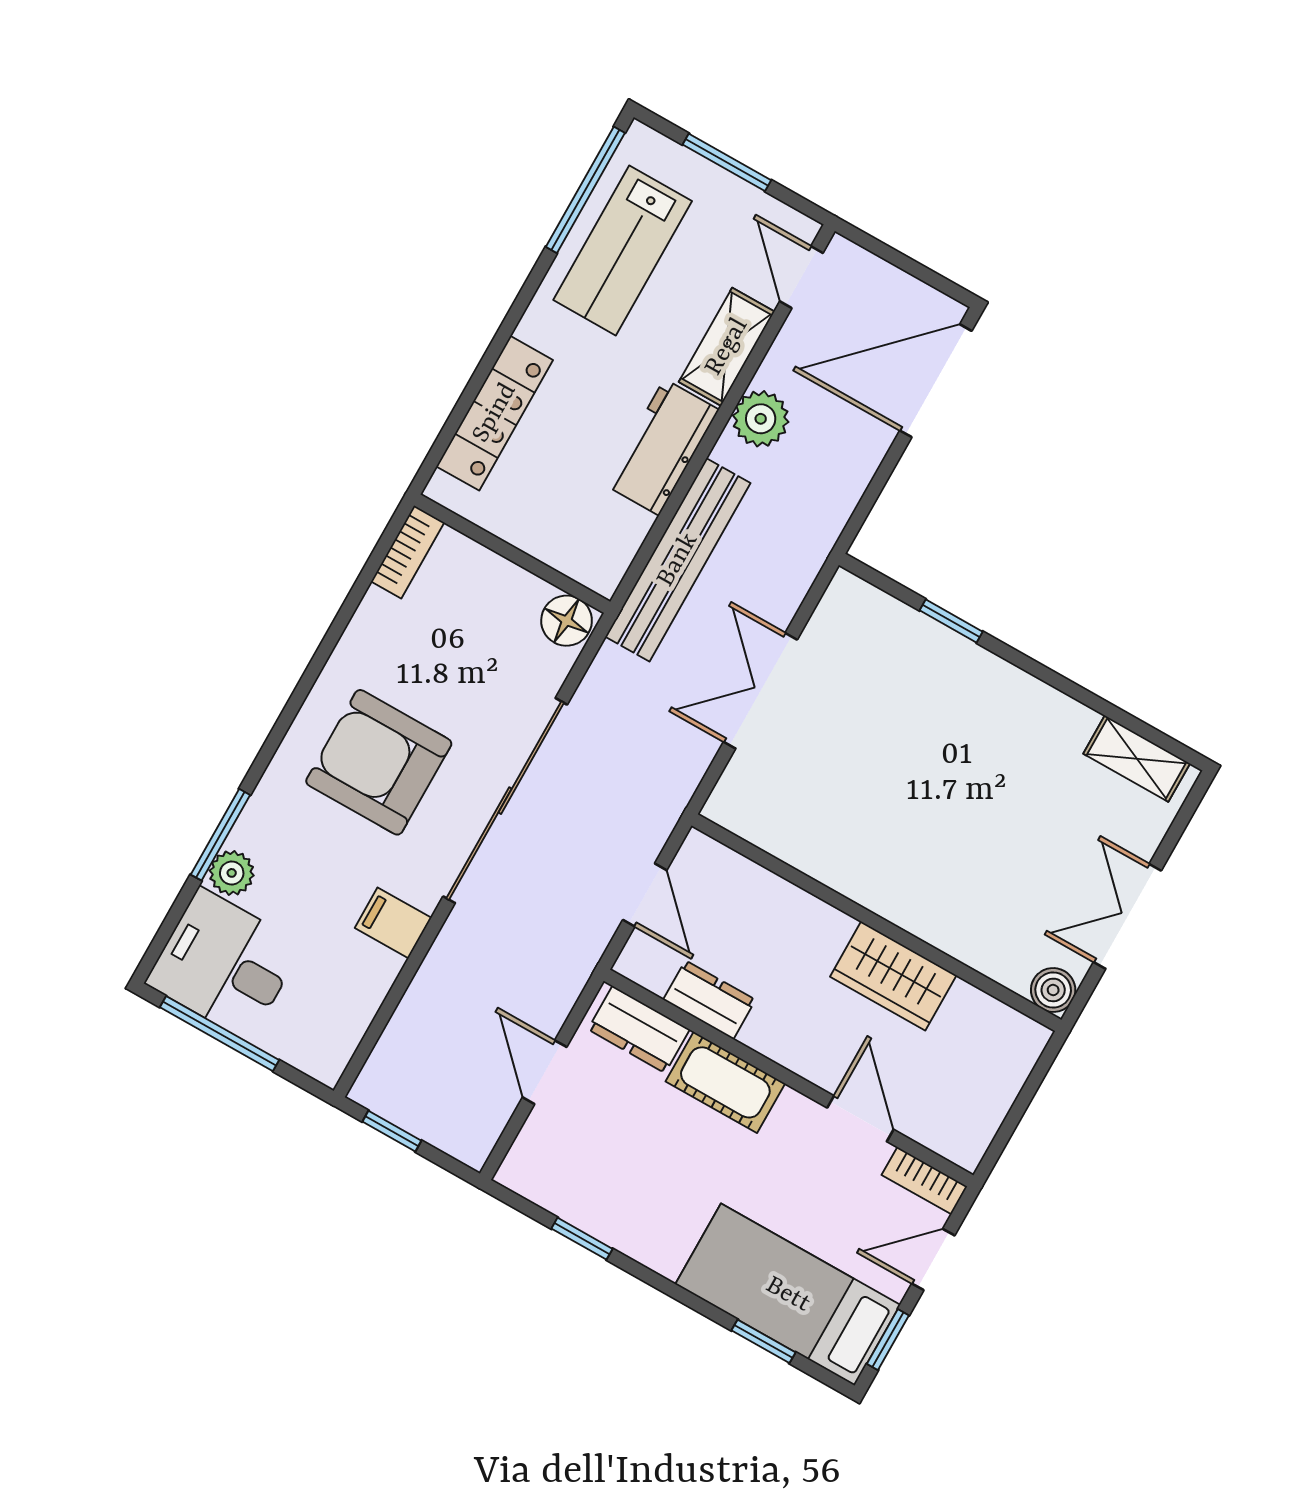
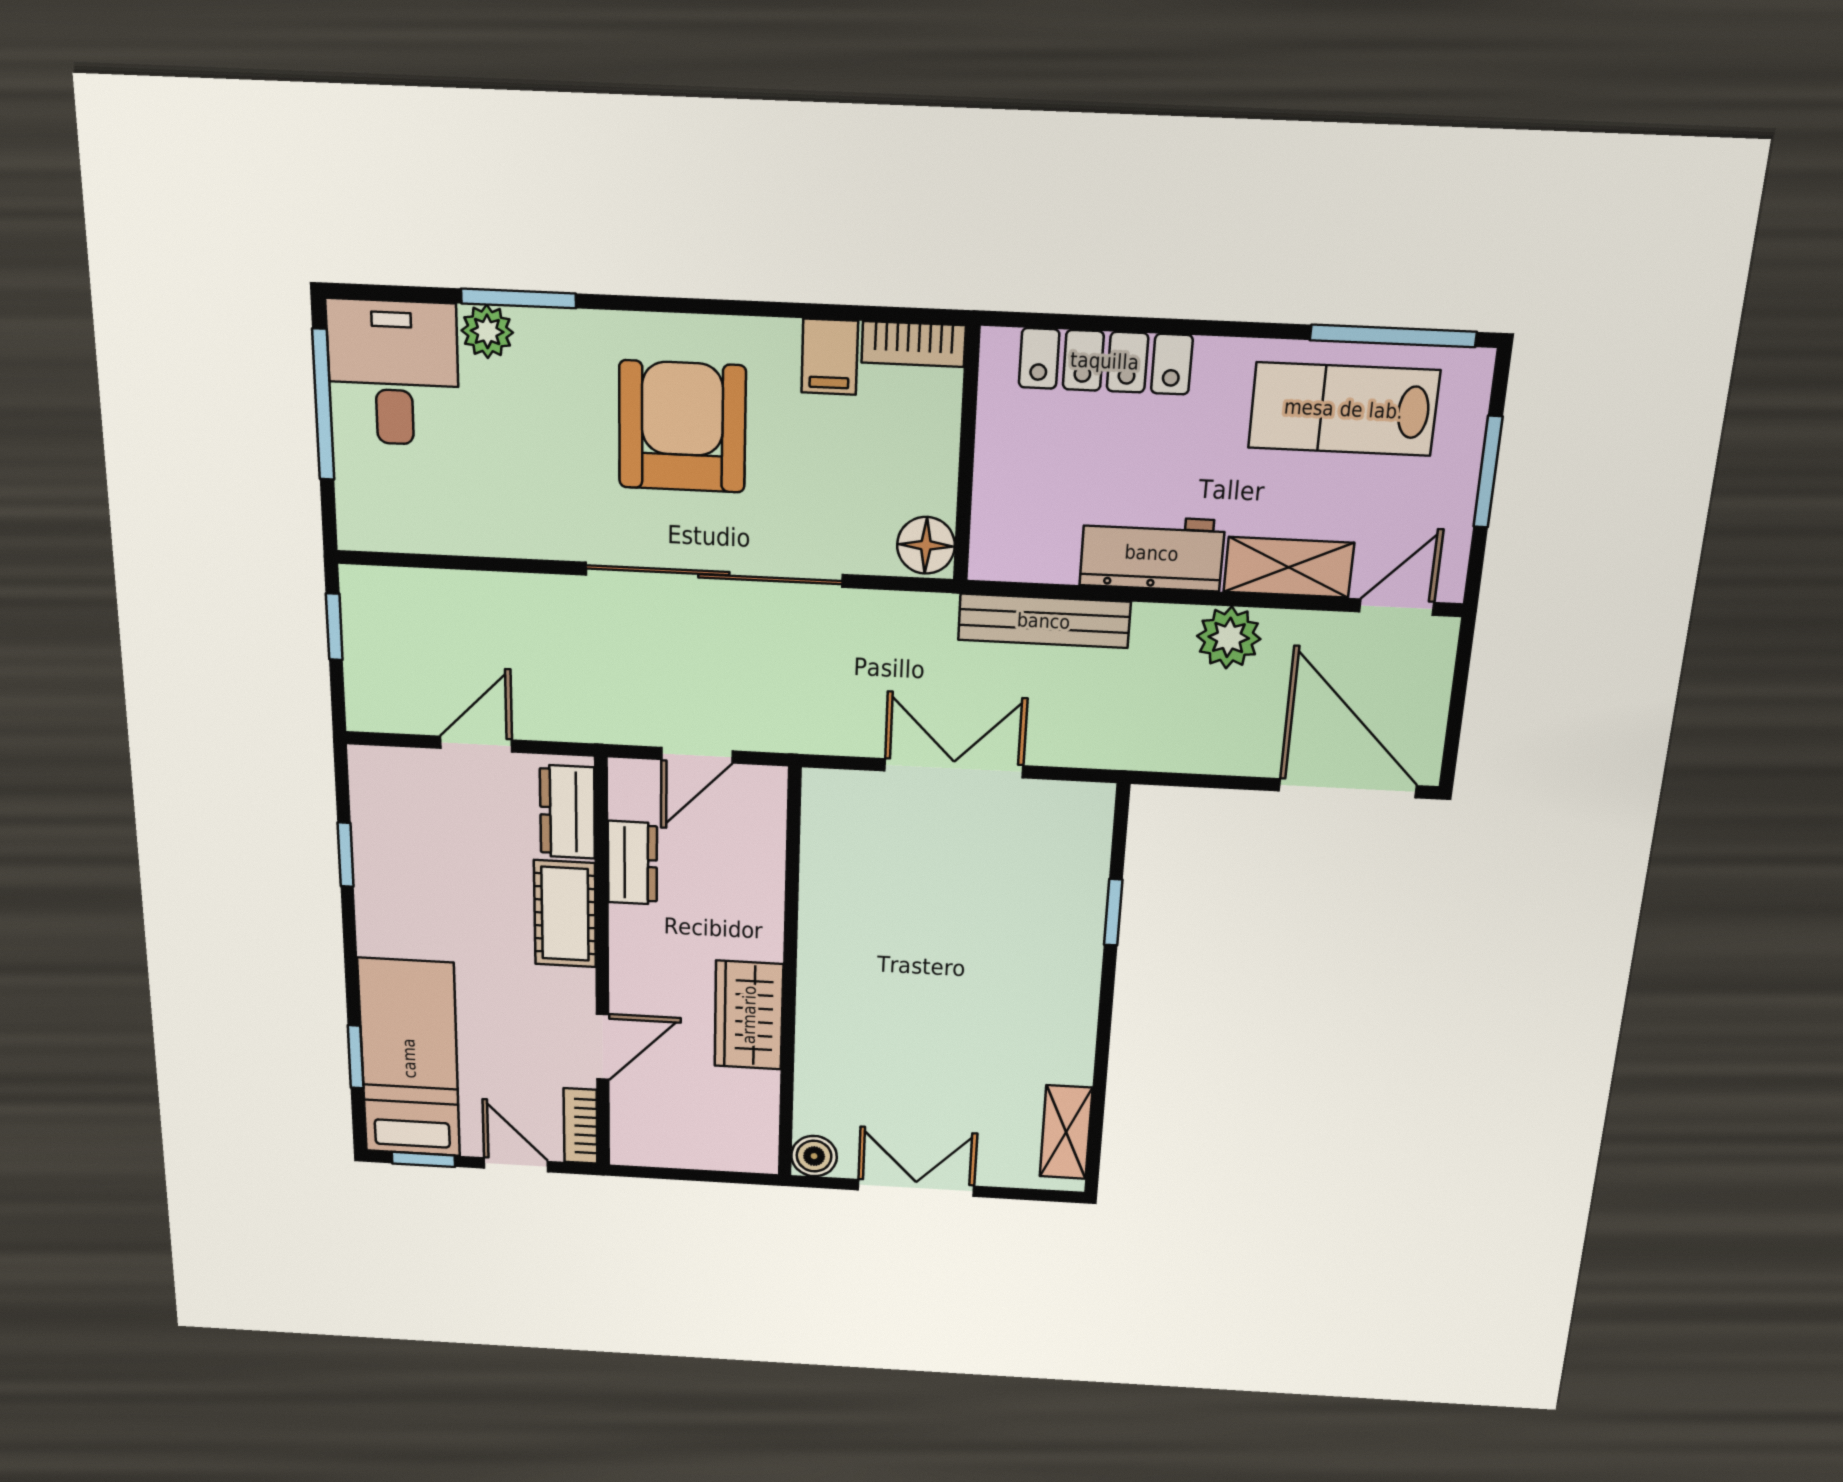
bench: (678, 560) -> (1044, 621), width x0.73, depth x0.82
filing cabinet: (393, 923) -> (830, 357), moved, turned 180

